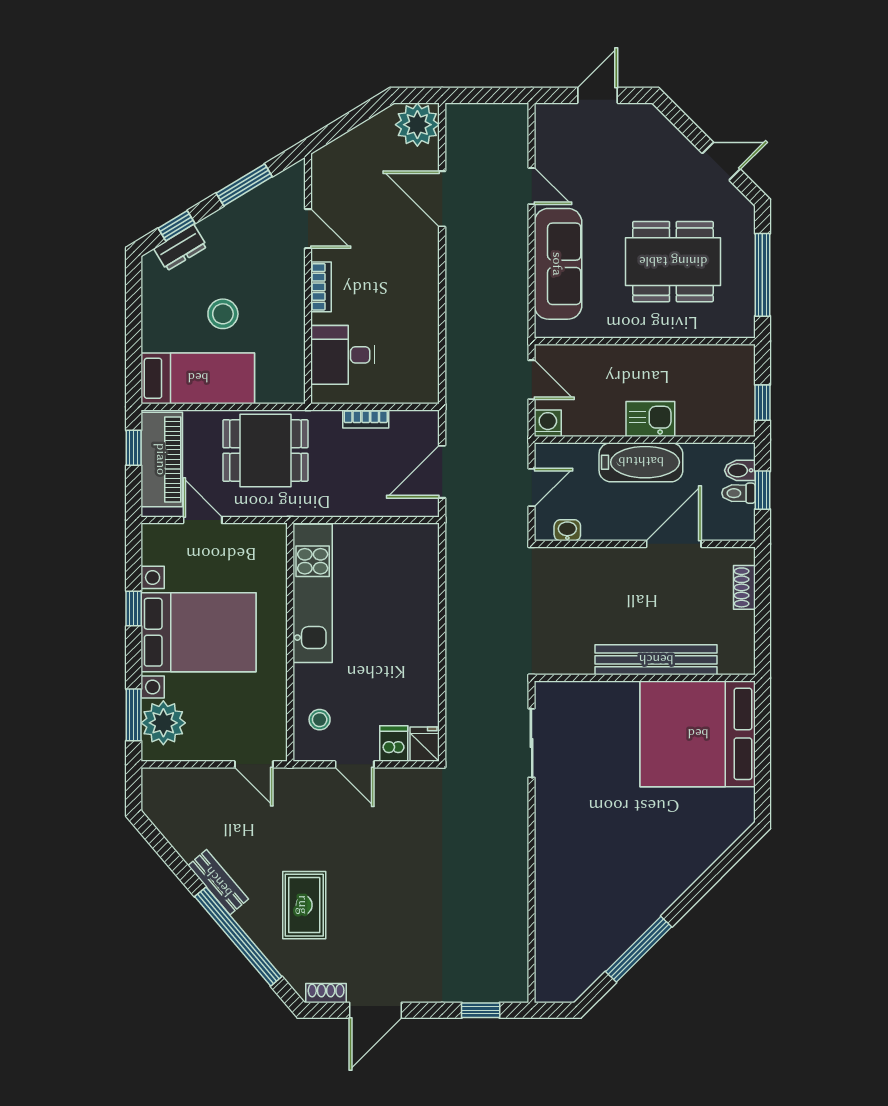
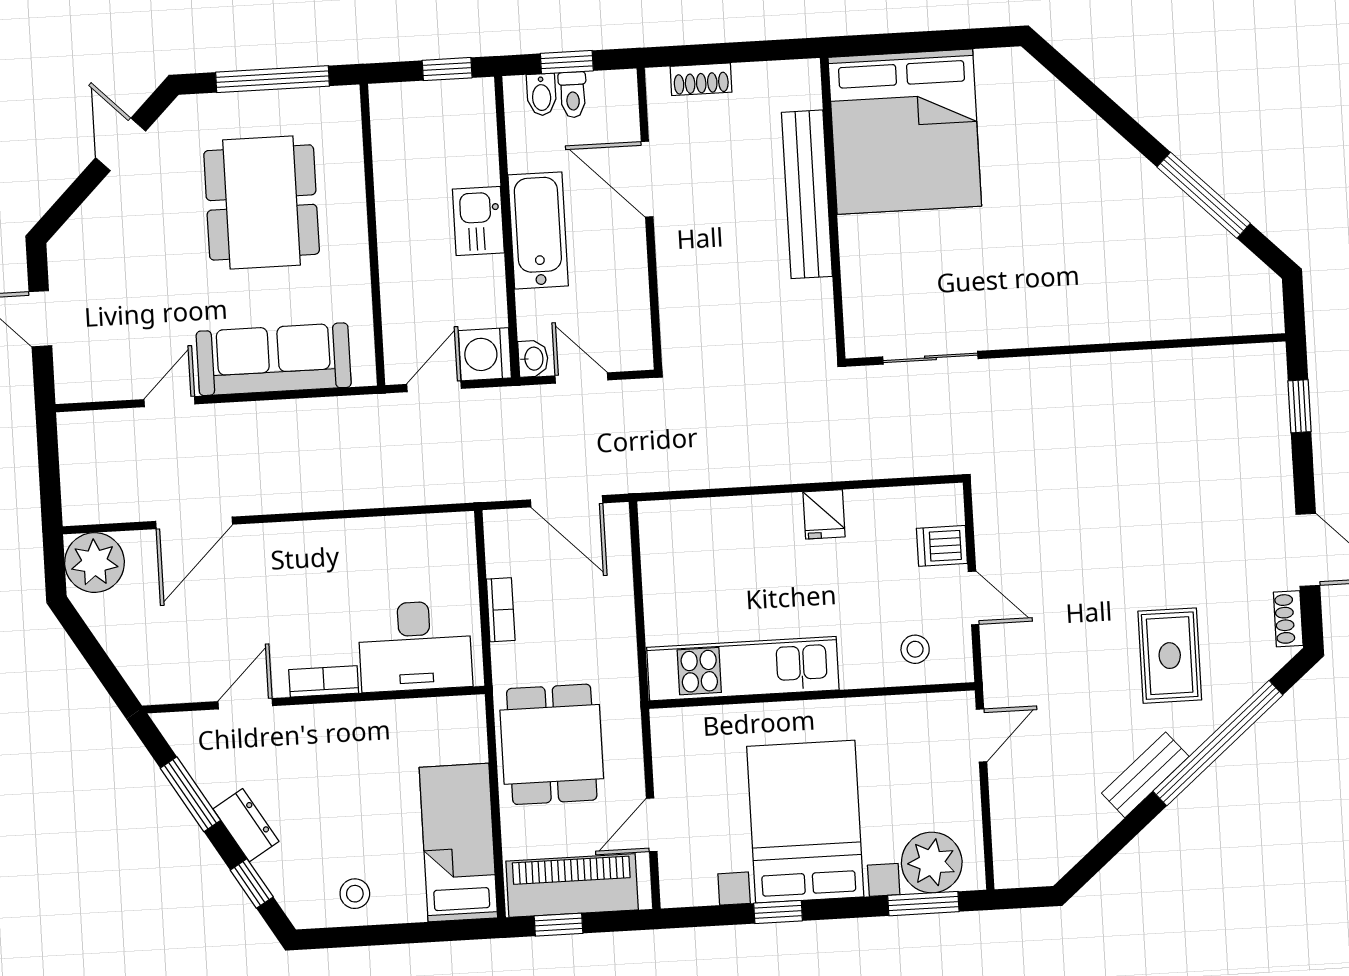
dresser: (180, 248) -> (246, 825), moved
stool: (223, 314) -> (355, 894), moved, width x0.73, depth x0.73
desk: (343, 355) -> (415, 646), width x1.37
washing machine: (548, 423) -> (485, 354), width x1.38, depth x1.38
washbasin: (567, 530) -> (533, 359), moved, turned 180
fridge: (425, 744) -> (824, 514), moved, turned -90
door: (355, 764) -> (974, 598), hinge flipped
rug: (304, 905) -> (1170, 656), turned 90

